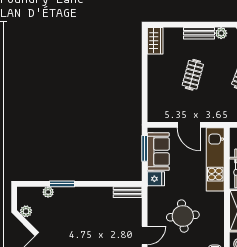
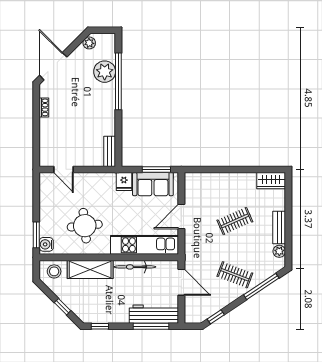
clothes rail: (193, 75) -> (235, 221), turned -39
window: (62, 184) -> (118, 81), width x2.11
plant: (48, 192) -> (105, 72), width x1.88, depth x1.88
round table: (183, 216) -> (85, 226), moved

